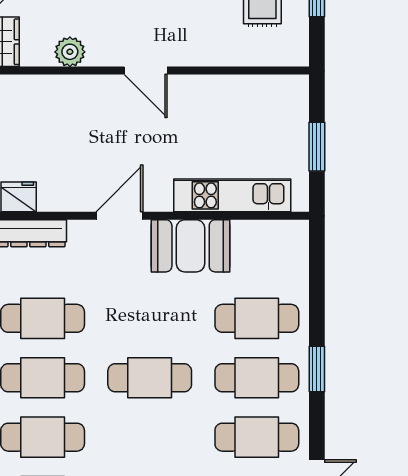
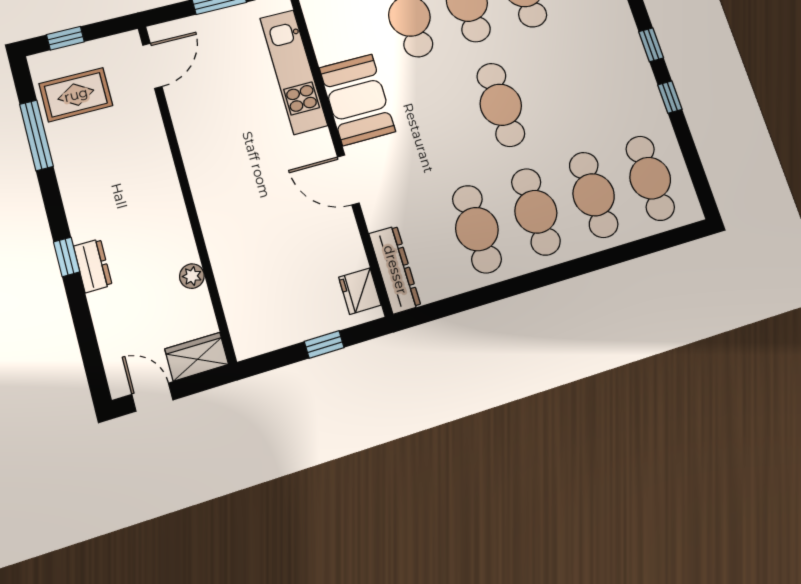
plant: (70, 52) -> (192, 276), width x0.73, depth x0.73
door: (146, 71) -> (152, 66), moved

